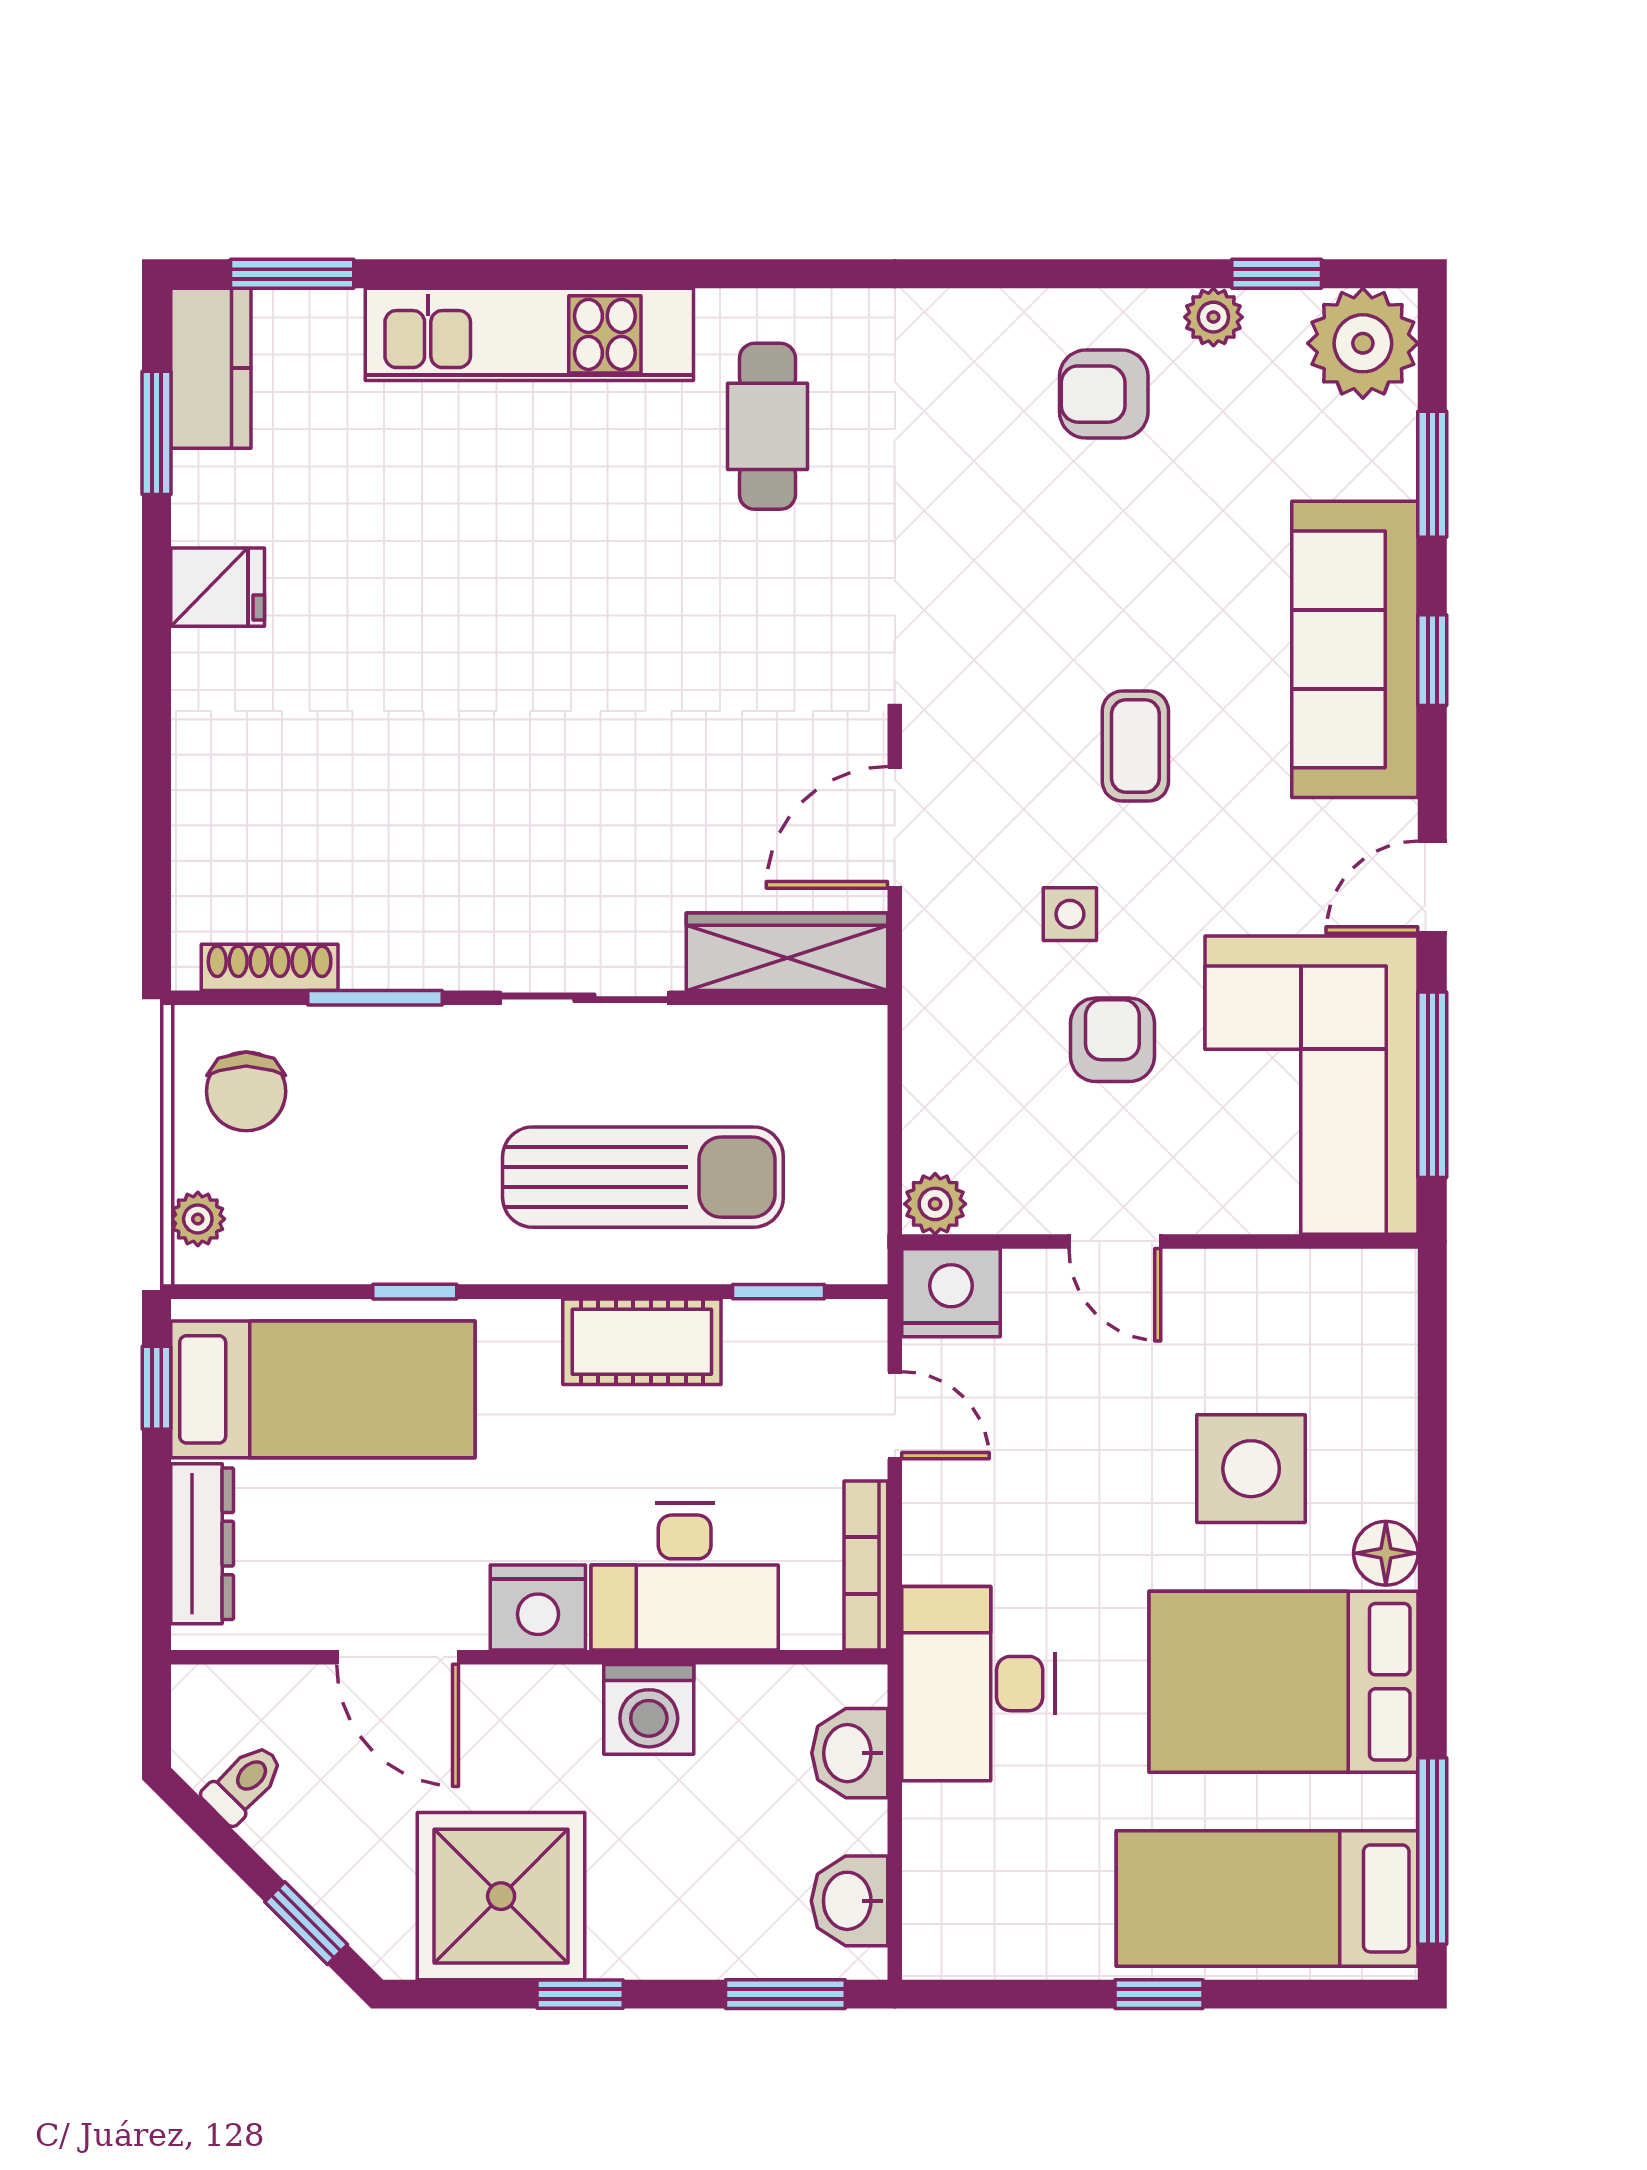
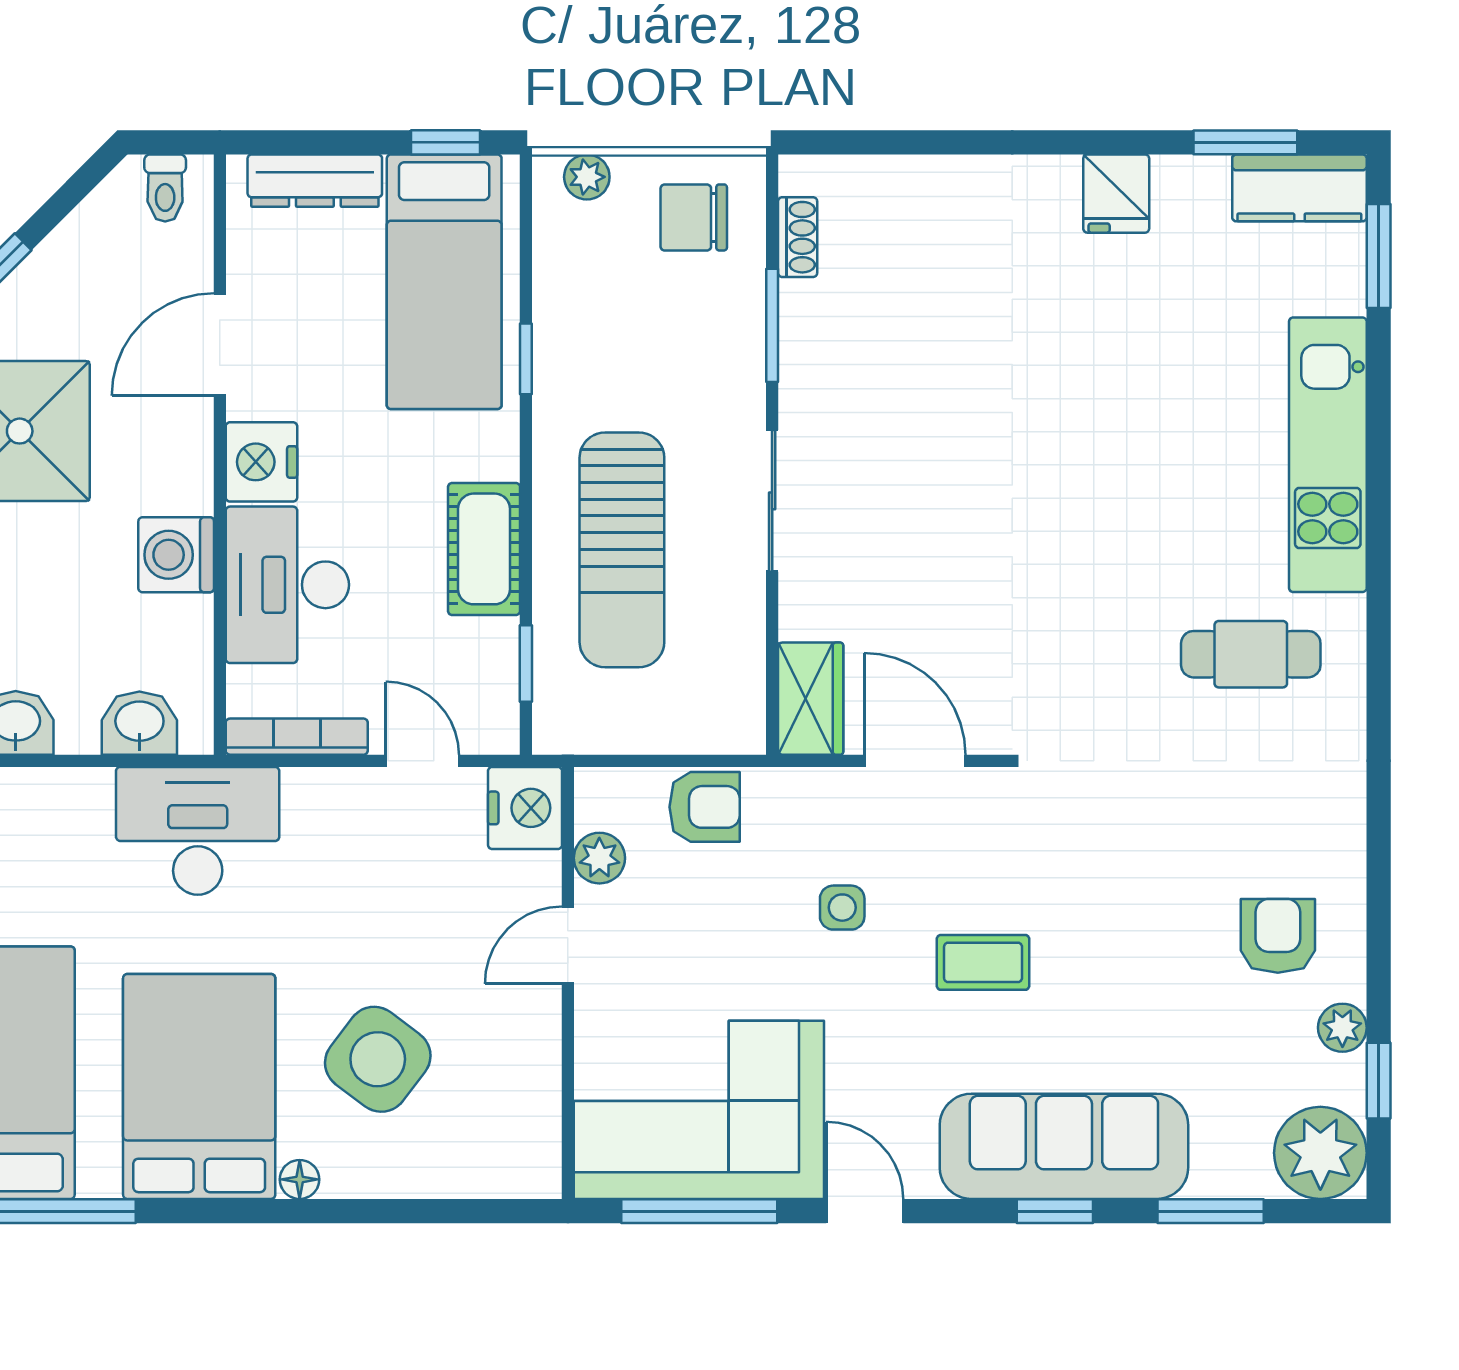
wardrobe: (787, 952) -> (811, 699), width x0.67
shoe rack: (270, 967) -> (798, 237), width x0.70
armchair: (1112, 1040) -> (705, 807), moved
plant: (935, 1204) -> (599, 858), moved
door: (895, 1415) -> (422, 761), swing flipped
side table: (1251, 1469) -> (378, 1059), turned 37
floor lamp: (1386, 1553) -> (300, 1179), width x0.73, depth x0.73
toilet: (244, 1783) -> (165, 188), moved, turned 45

